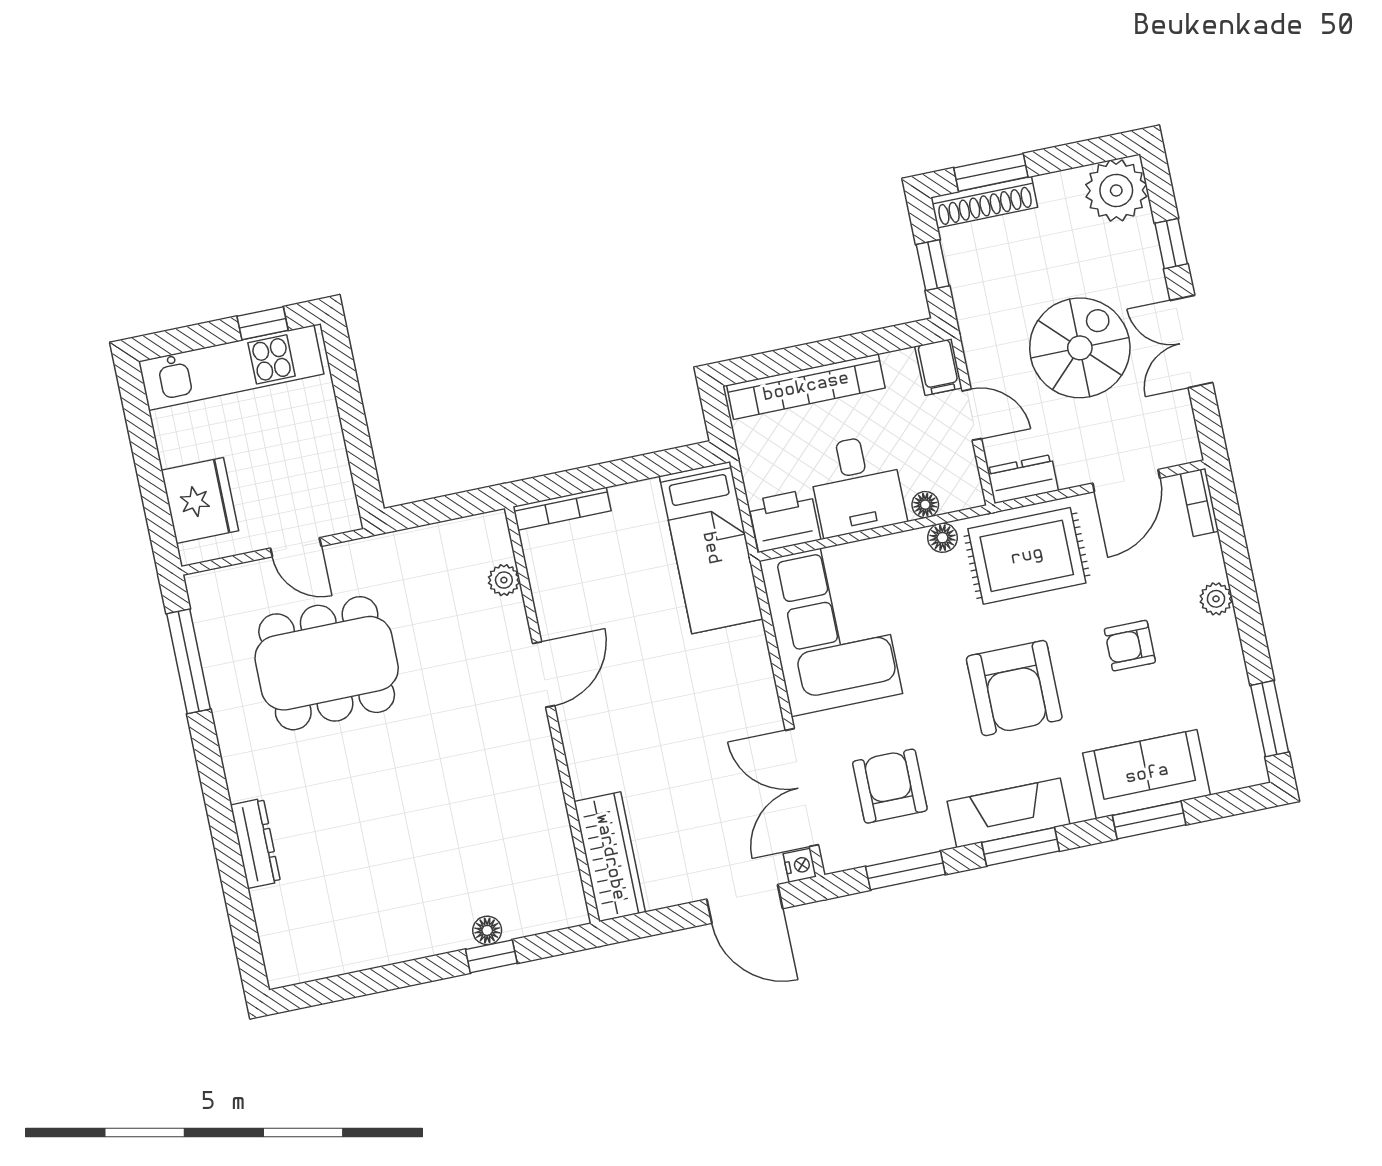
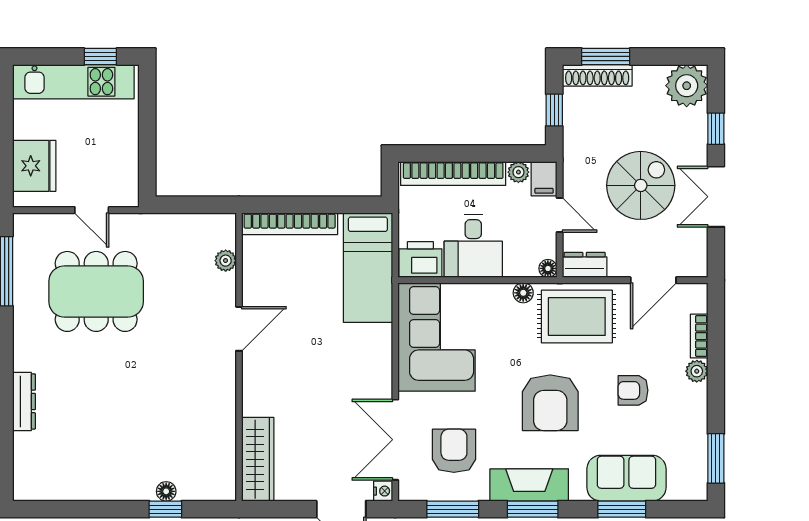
plant: (900, 365) -> (518, 172), added
bookcase: (1199, 502) -> (699, 336), moved
floor lamp: (925, 505) -> (548, 268), moved
bookcase: (562, 509) -> (290, 224), width x1.48, depth x1.31

